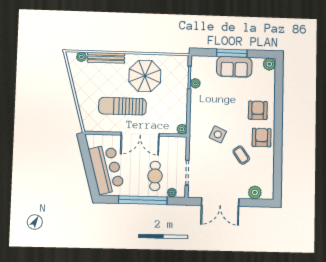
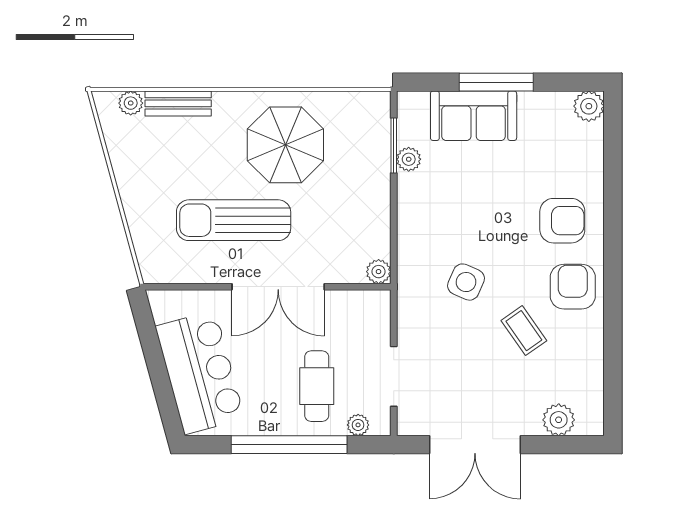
bench: (106, 58) -> (178, 103), width x0.73
sofa: (234, 67) -> (474, 116), moved
armchair: (258, 110) -> (562, 221), turned 90

